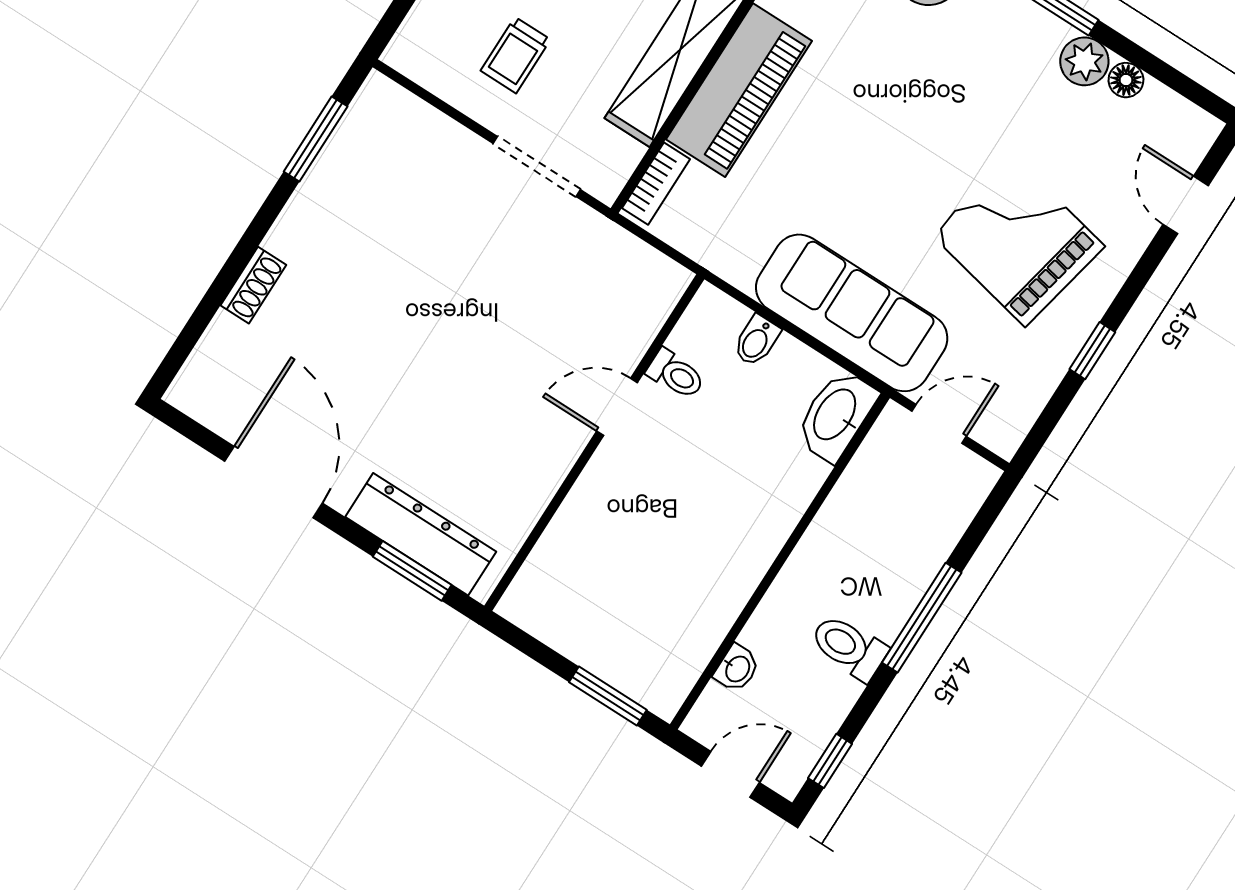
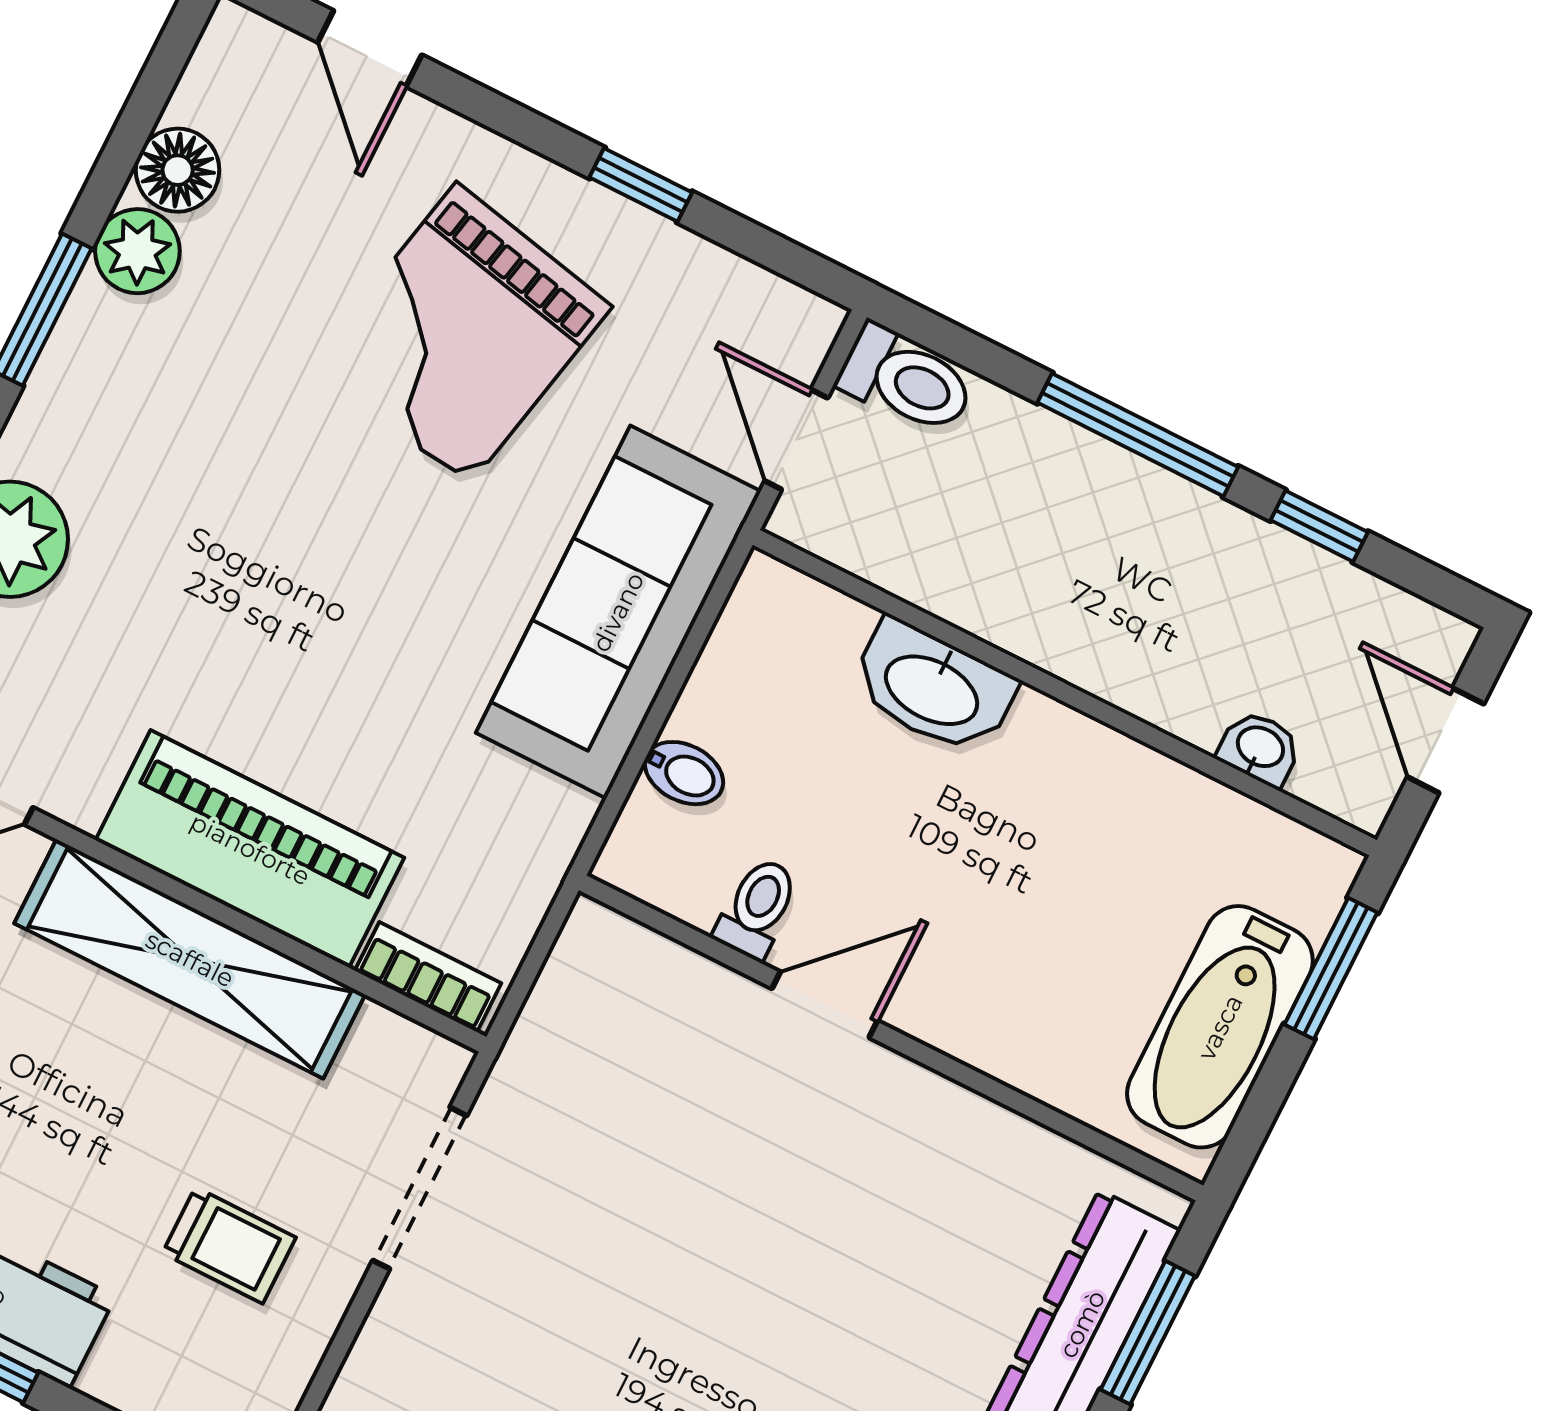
floor lamp: (1126, 80) -> (178, 170), width x1.37, depth x1.37
door: (1186, 205) -> (370, 49), hinge flipped
door: (617, 407) -> (825, 1005), swing flipped
washbasin: (836, 415) -> (933, 688), moved
bathtub: (581, 630) -> (1220, 1027), added
toilet: (849, 647) -> (906, 380), moved, turned -90
window: (830, 761) -> (1319, 526), moved

